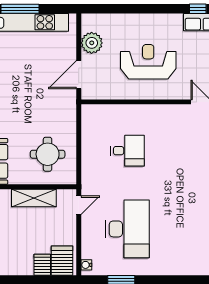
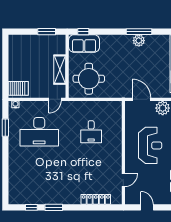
round table: (48, 154) -> (89, 79), width x1.36, depth x1.36
door: (79, 205) -> (55, 99), hinge flipped
server rack: (42, 265) -> (16, 75), removed

